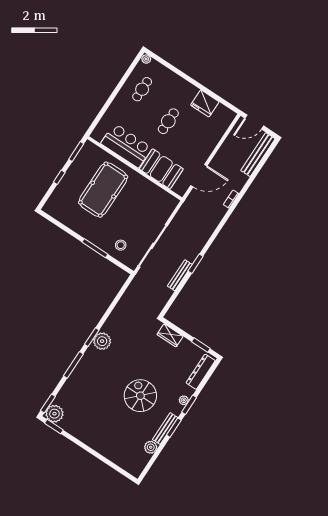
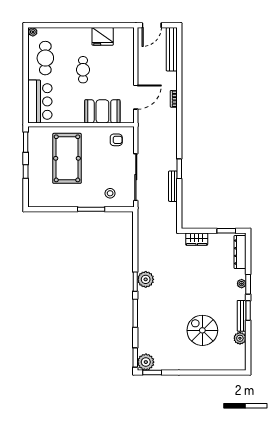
cafe table: (142, 89) -> (45, 58), width x1.37, depth x1.35
bar counter: (126, 146) -> (40, 101), moved, turned 90
armchair: (157, 202) -> (116, 140), added
spiral stairs: (140, 396) -> (202, 330), moved

